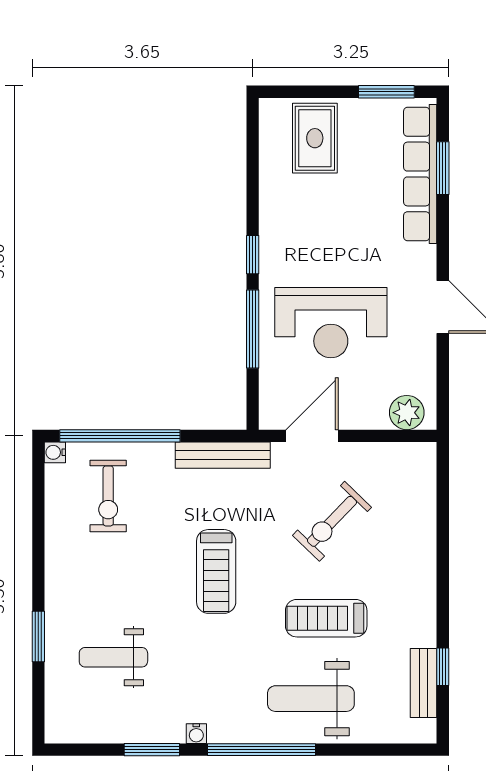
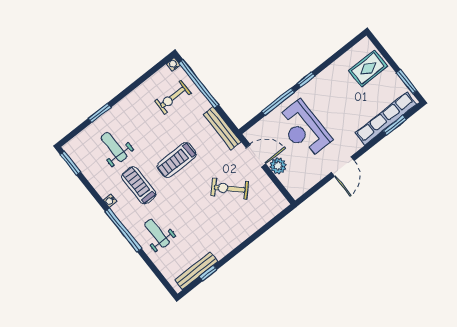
plant: (407, 413) -> (278, 166), moved
treadmill: (326, 618) -> (139, 185), moved
bench: (424, 683) -> (196, 271), width x1.36
weight bench: (311, 699) -> (157, 233), width x0.73, depth x0.75
window: (152, 750) -> (70, 163), moved

